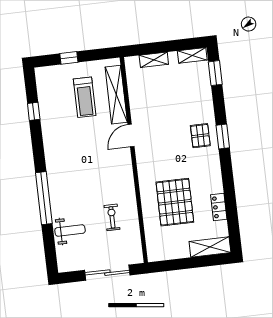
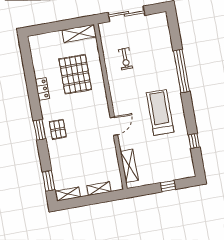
shelving: (116, 95) -> (129, 166), width x0.68
treadmill: (85, 97) -> (160, 112), moved, width x1.37, depth x1.38
locker: (219, 207) -> (42, 89), moved
weight bench: (70, 230) -> (159, 46), removed
shelving: (210, 247) -> (79, 33), moved

